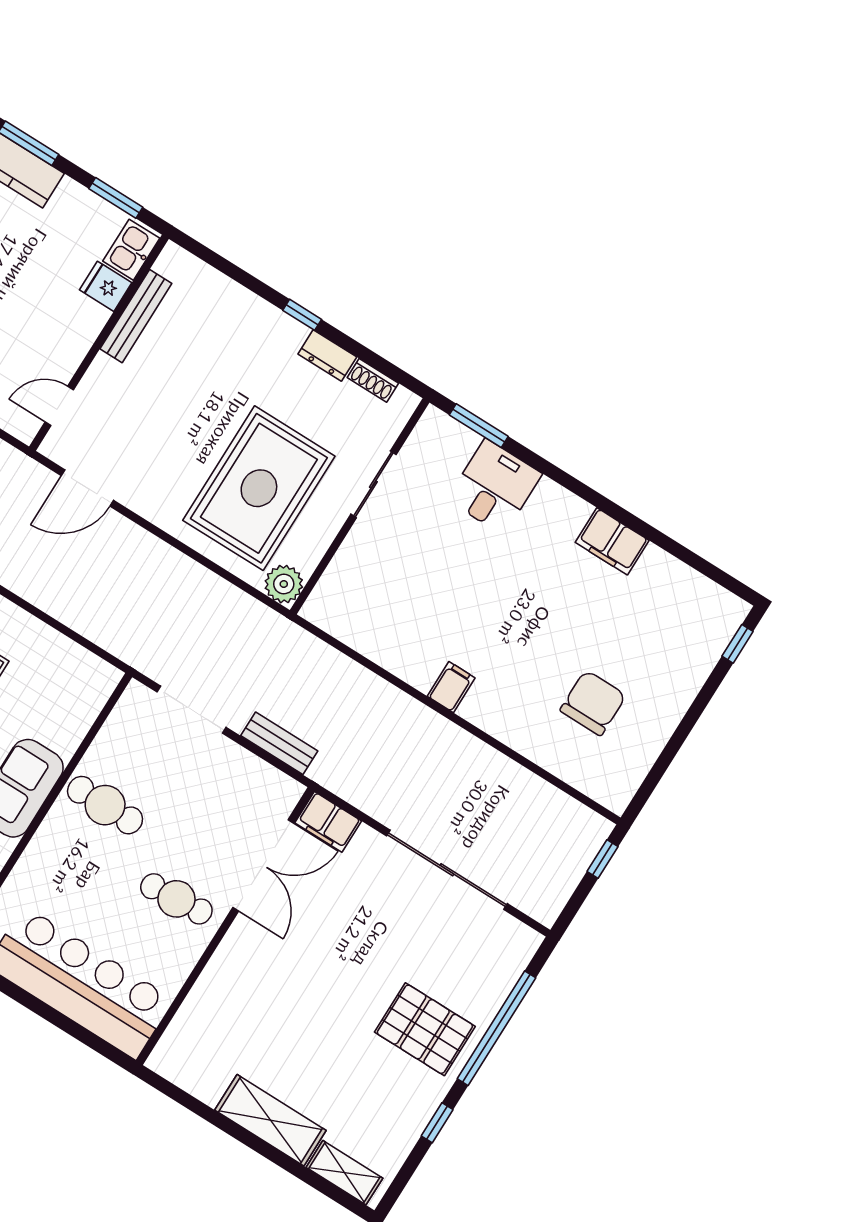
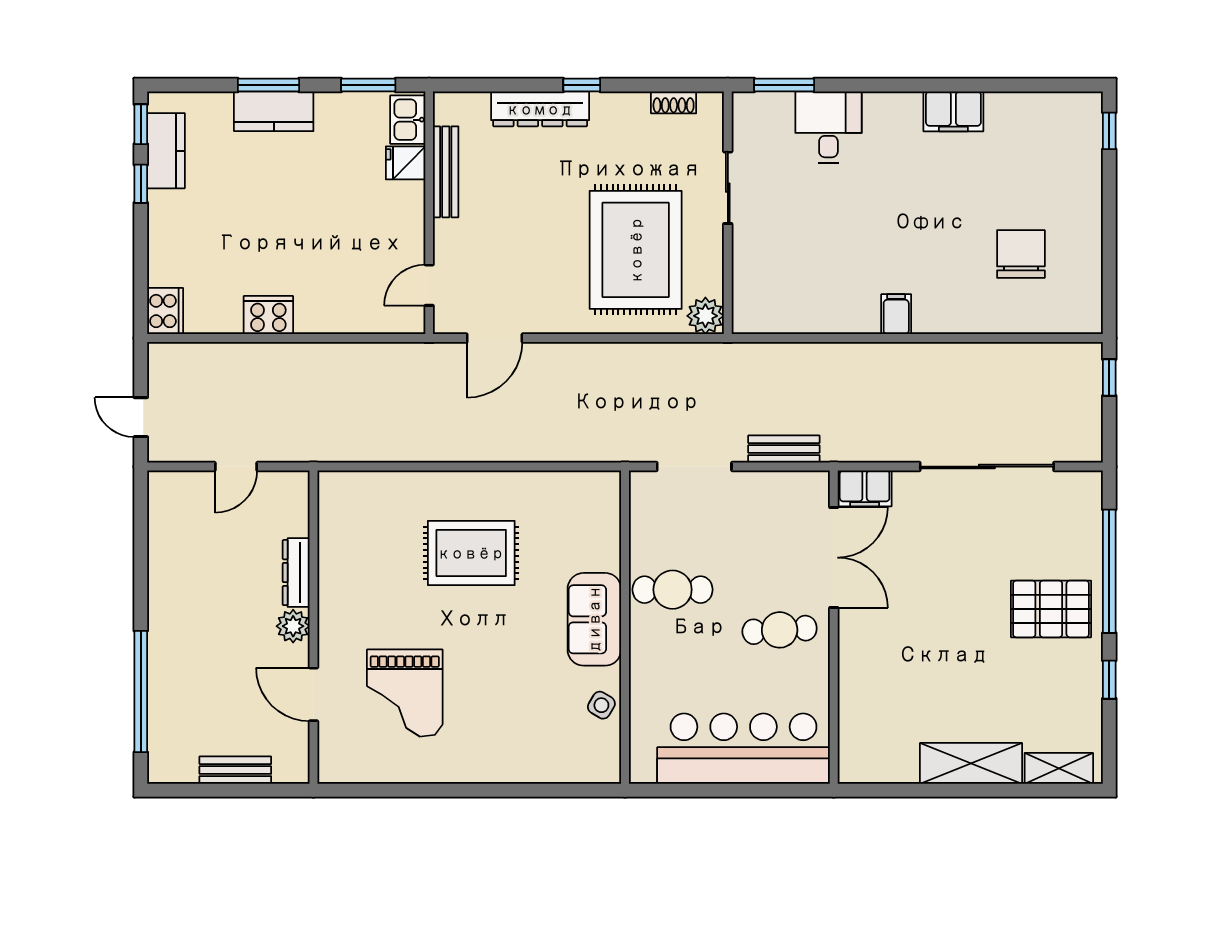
dresser: (327, 356) -> (540, 109), moved, width x1.96, depth x1.24

